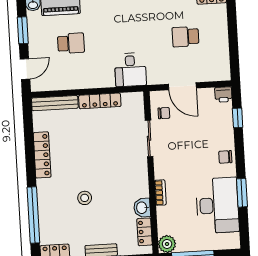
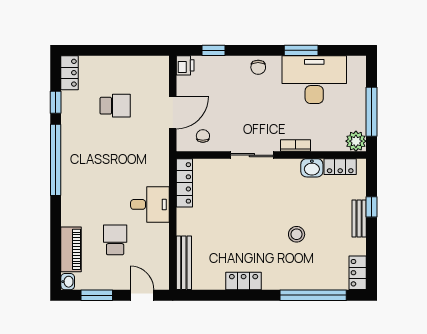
school desk: (185, 37) -> (115, 106), turned -90
desk: (130, 70) -> (150, 204), moved
locker: (100, 101) -> (184, 183), moved
sliding door: (149, 138) -> (252, 155), moved
locker: (42, 155) -> (244, 281), width x0.66

